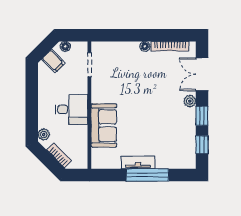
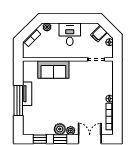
desk: (71, 109) -> (70, 34), moved, turned 180
plant: (188, 116) -> (60, 129), added

